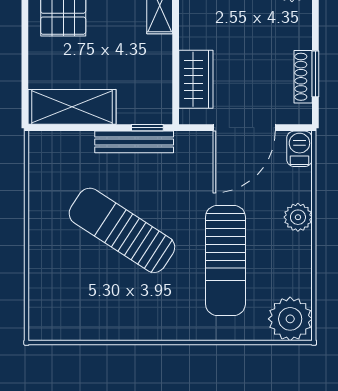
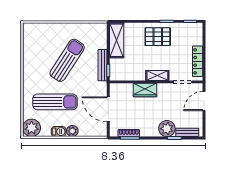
wardrobe: (196, 79) -> (145, 90), moved
barbecue: (299, 149) -> (59, 132), moved
sun lounger: (225, 260) -> (55, 102), turned 180

